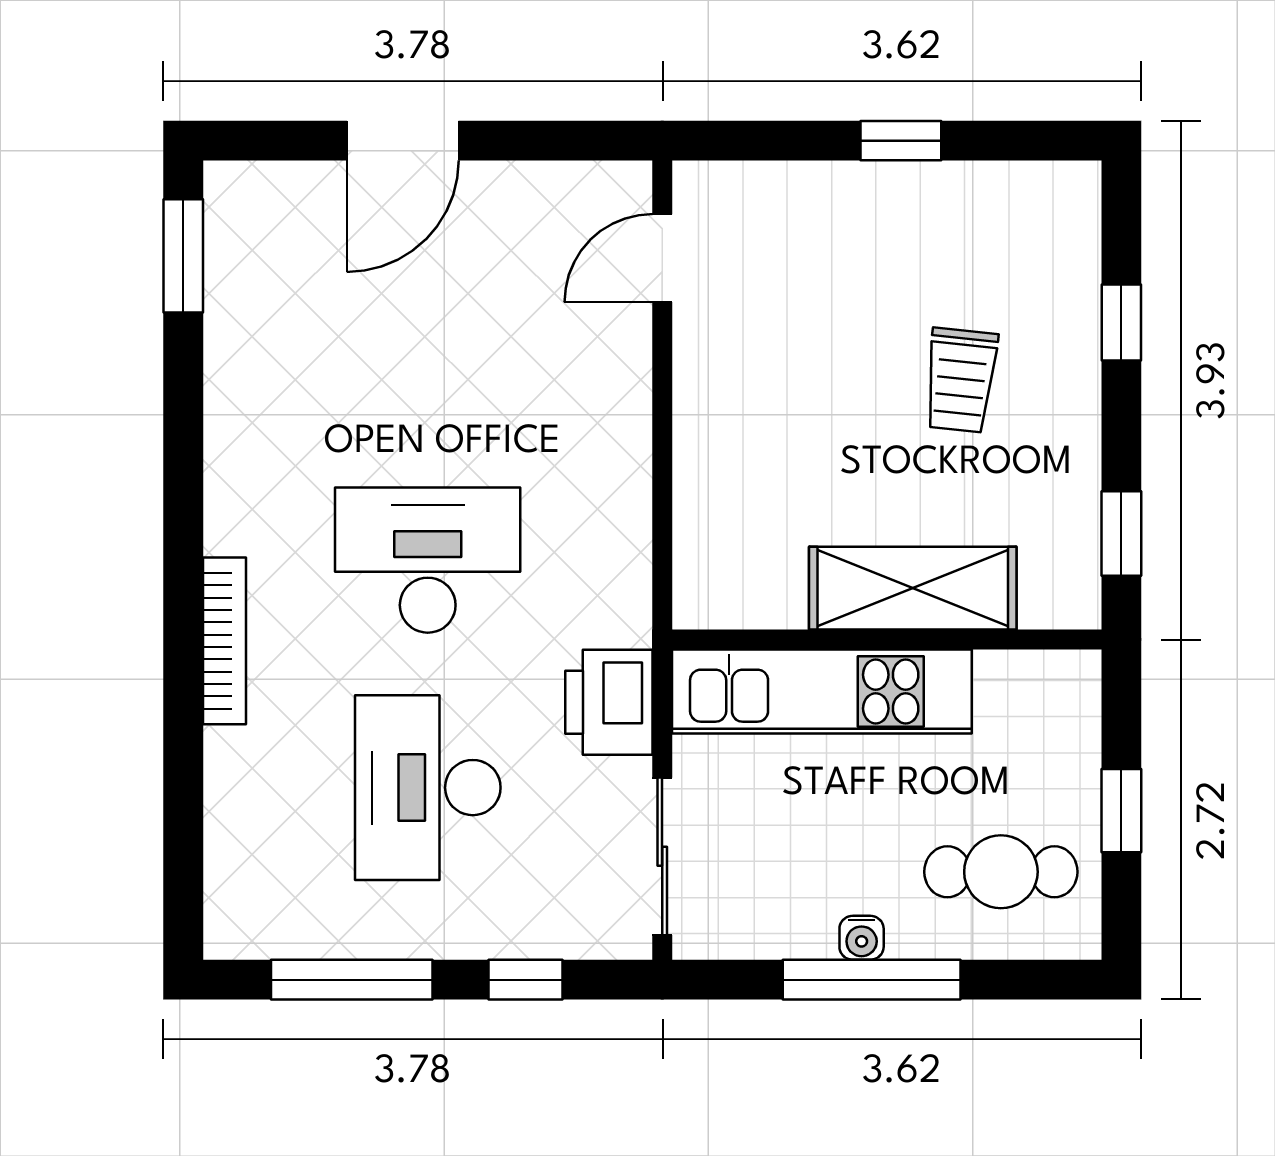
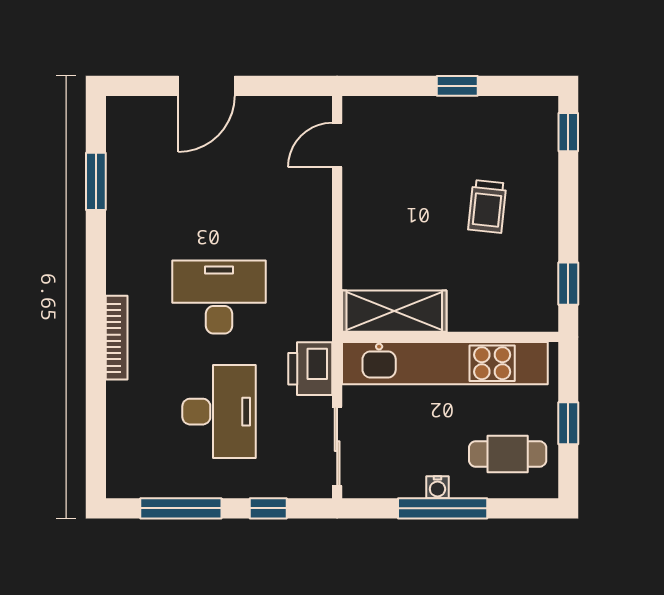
window: (183, 256) -> (96, 181), moved
window: (1121, 322) -> (568, 132), moved
shelving: (913, 588) -> (394, 311), moved
kitchen unit: (822, 692) -> (445, 363), width x1.36
desk: (428, 788) -> (219, 412), turned 180

